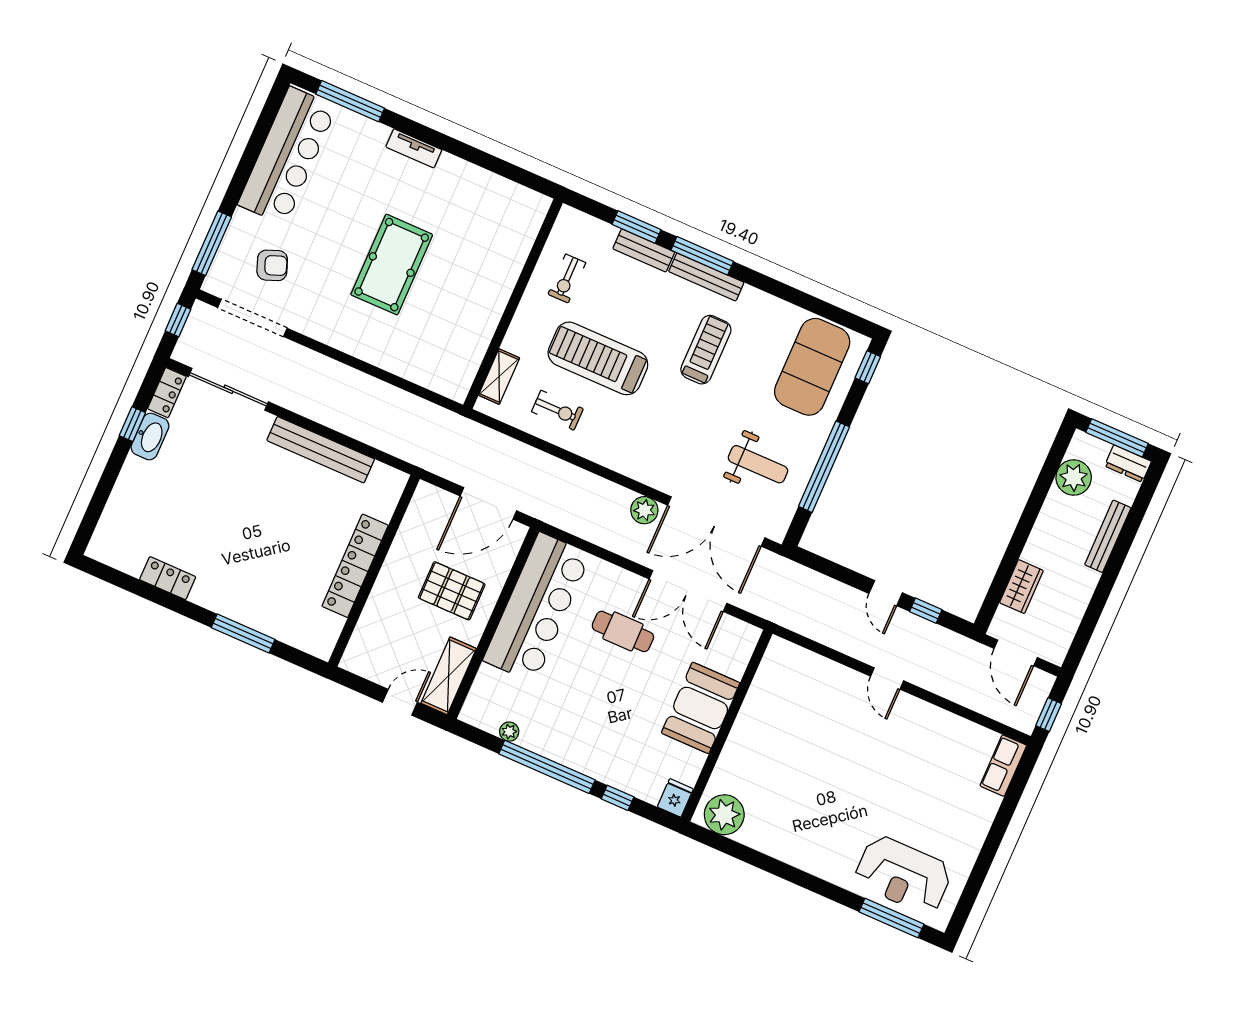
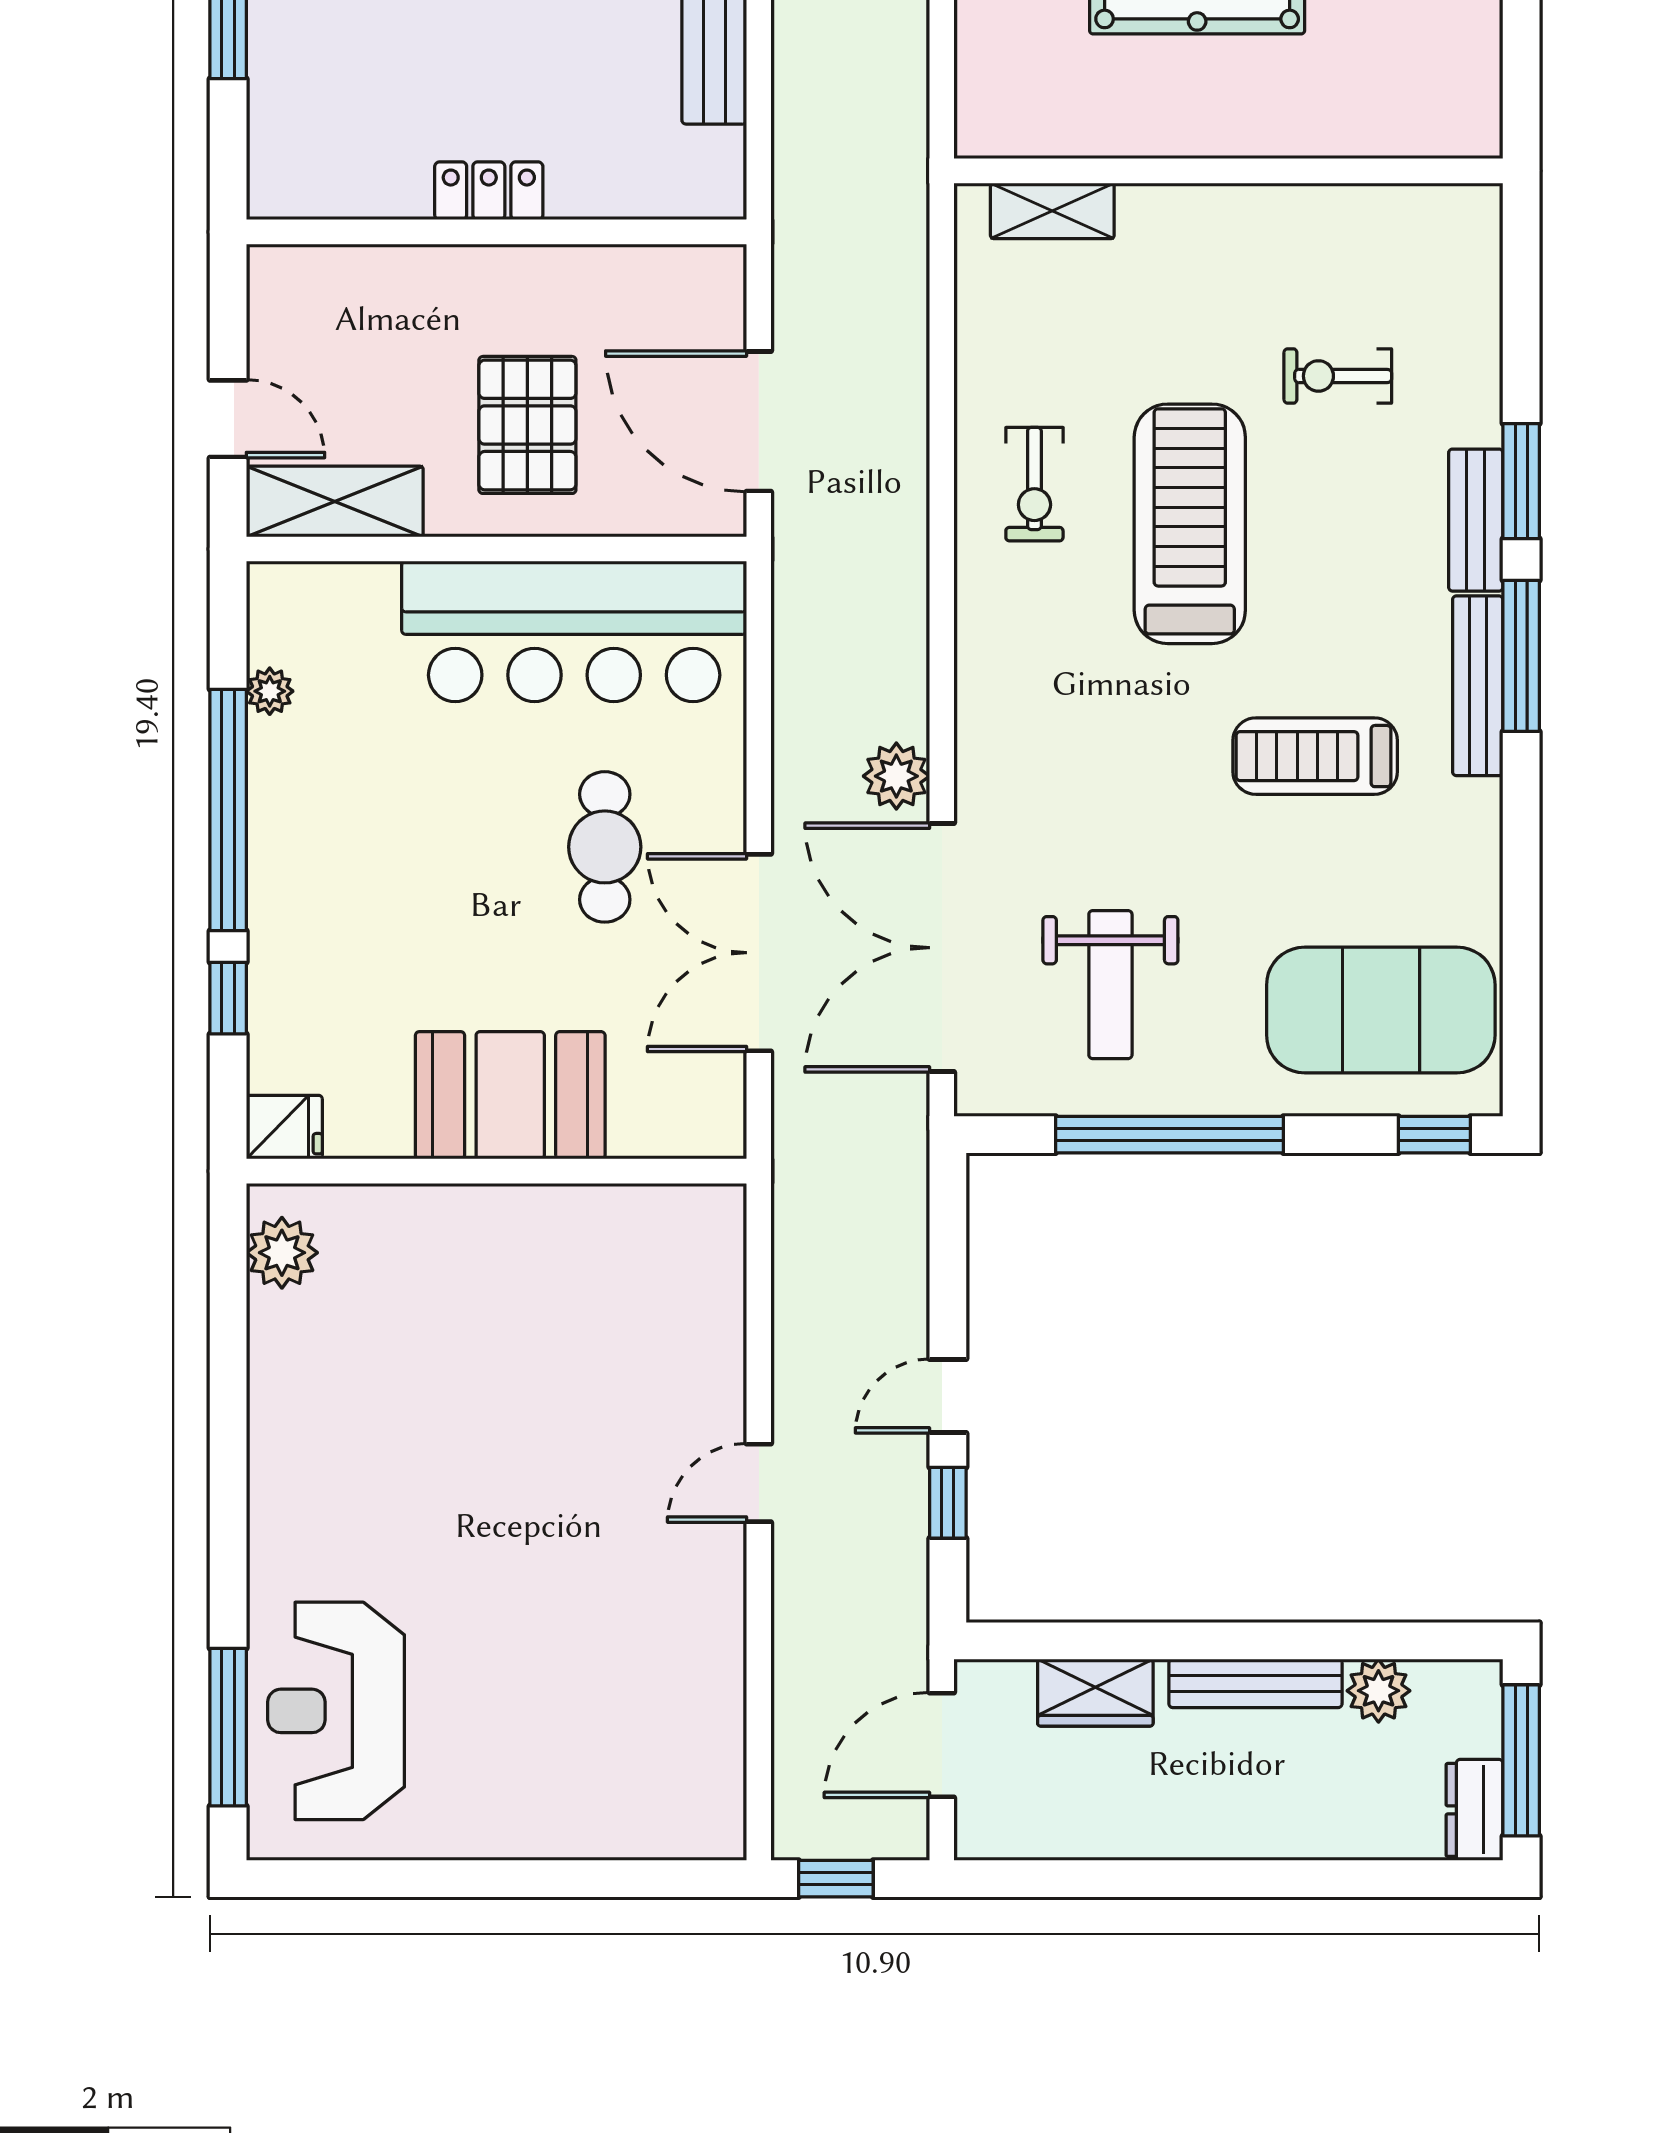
wall: (513, 304) -> (1228, 171), moved
treadmill: (706, 350) -> (1315, 756), turned 180
shelving: (499, 377) -> (1052, 211), moved
plant: (1074, 478) -> (1378, 1691), width x0.73, depth x0.73
bench: (1108, 536) -> (1255, 1683), moved
locker: (355, 566) -> (489, 191), width x0.46, depth x0.83
row of seats: (1003, 766) -> (678, 1828), removed
plant: (724, 815) -> (282, 1253), width x0.73, depth x0.73

